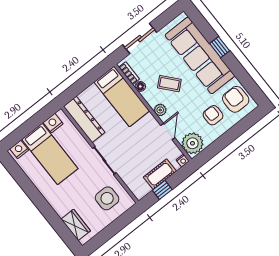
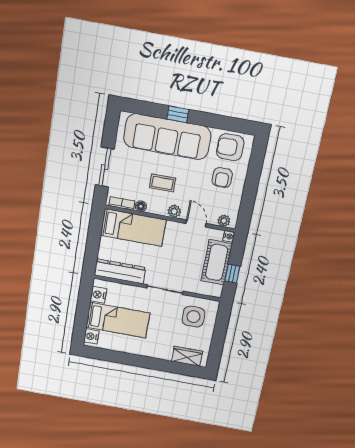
coffee table: (169, 84) -> (163, 183), turned 41
armchair: (213, 115) -> (222, 178), turned -90
plant: (192, 143) -> (224, 221), width x0.53, depth x0.53
cot: (160, 174) -> (217, 262), width x1.37, depth x1.34

